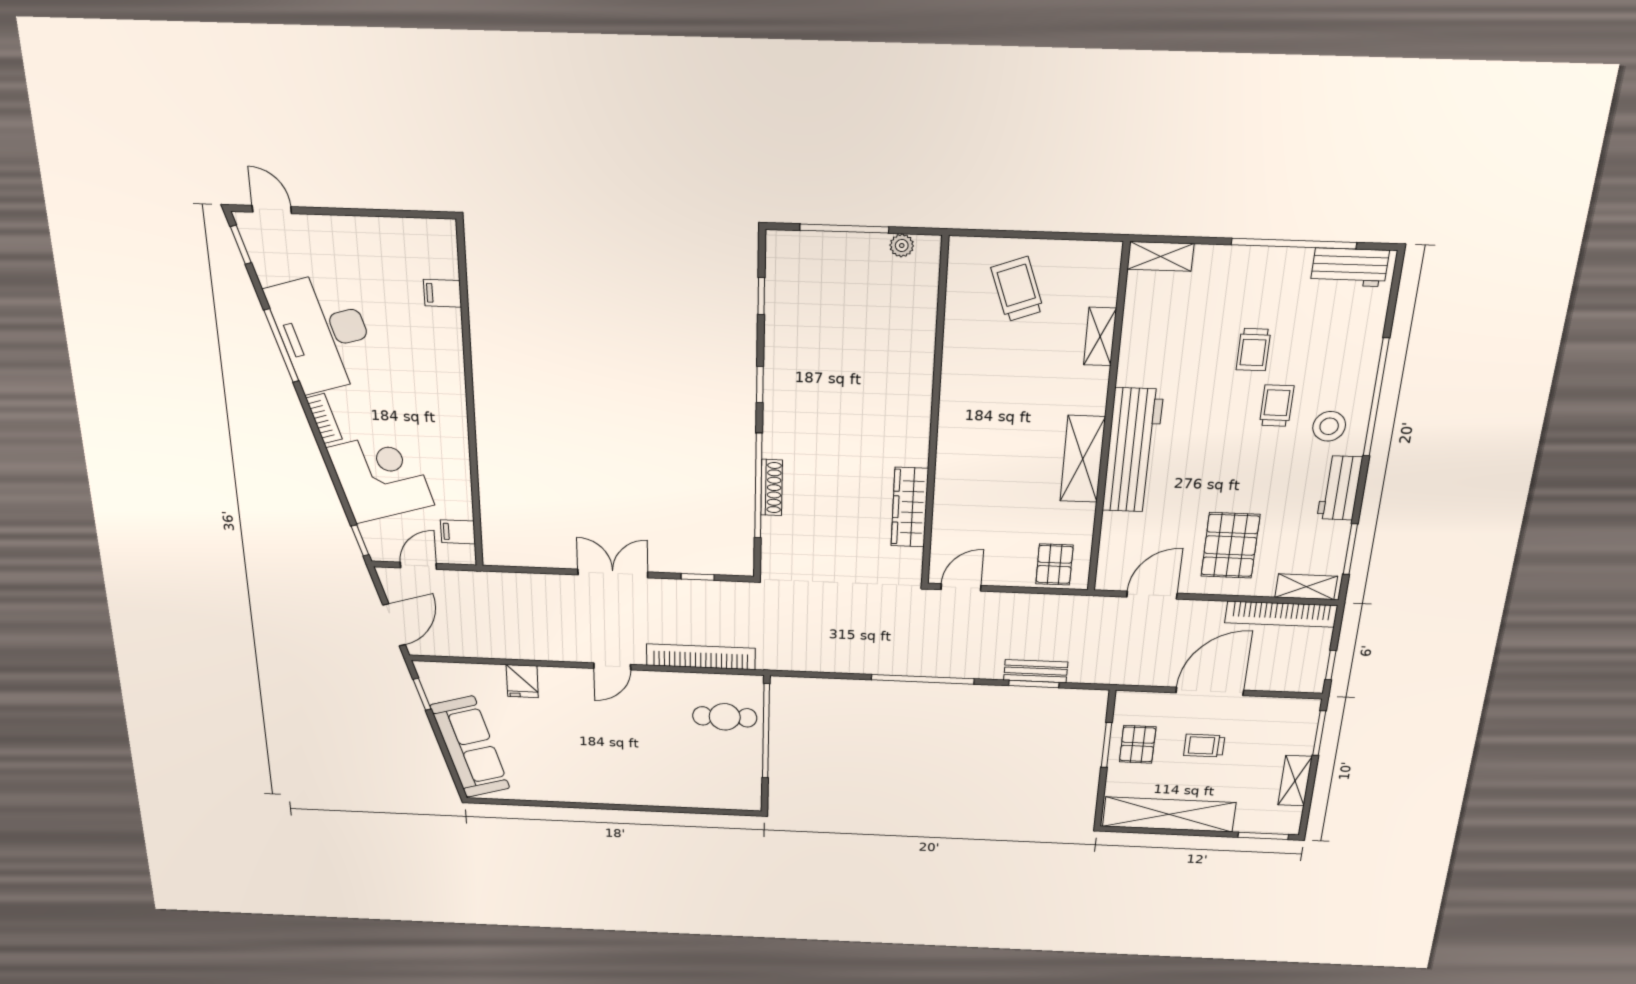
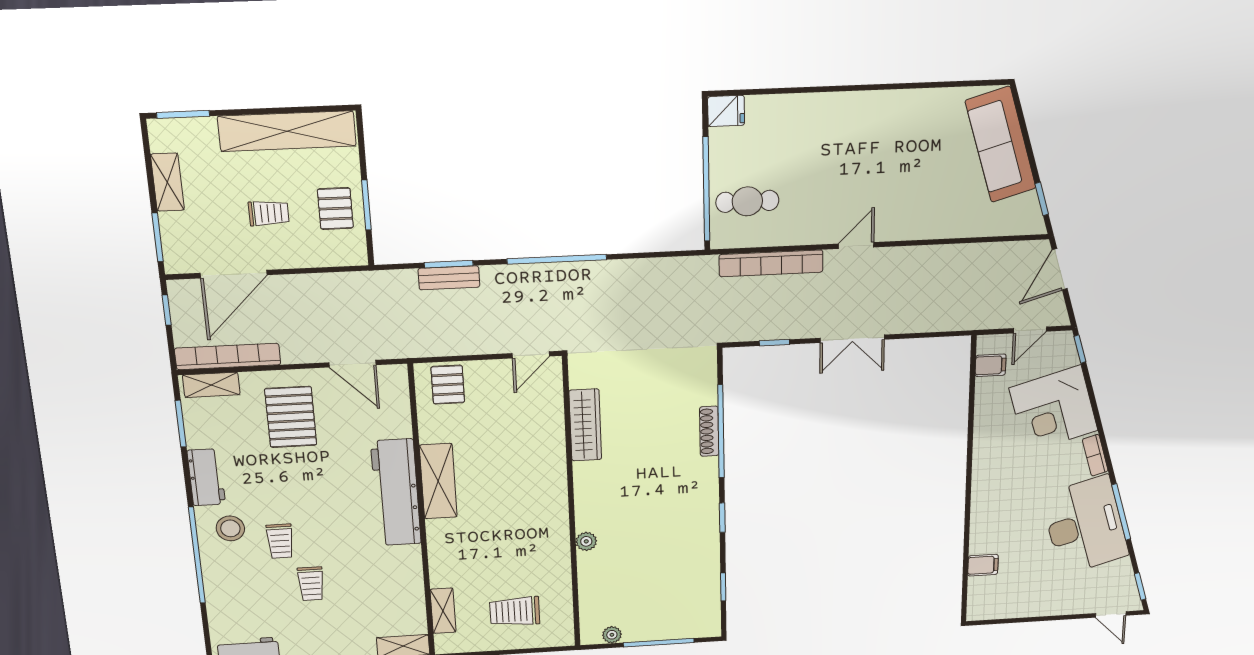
trolley: (1017, 289) -> (515, 611), turned 110
shelving: (1100, 336) -> (443, 611), moved
trolley: (1253, 350) -> (311, 584), turned 180
plant: (922, 371) -> (586, 541), added
door: (1152, 595) -> (352, 364), hinge flipped
fridge: (522, 681) -> (726, 111), moved, turned 90
door: (1210, 691) -> (234, 274), moved

